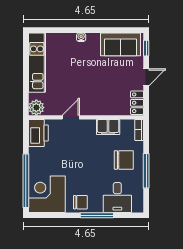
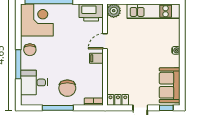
door: (71, 117) -> (105, 41), swing flipped
filing cabinet: (108, 127) -> (96, 58), moved, width x0.50

